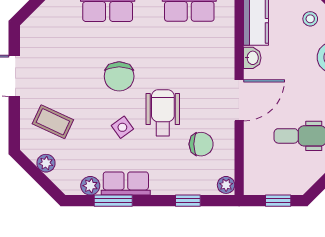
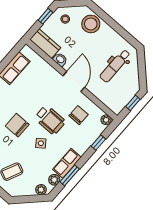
chair: (119, 76) -> (17, 125), turned 180
wheelchair: (163, 113) -> (50, 120), turned 180
plant: (46, 163) -> (41, 190), moved

